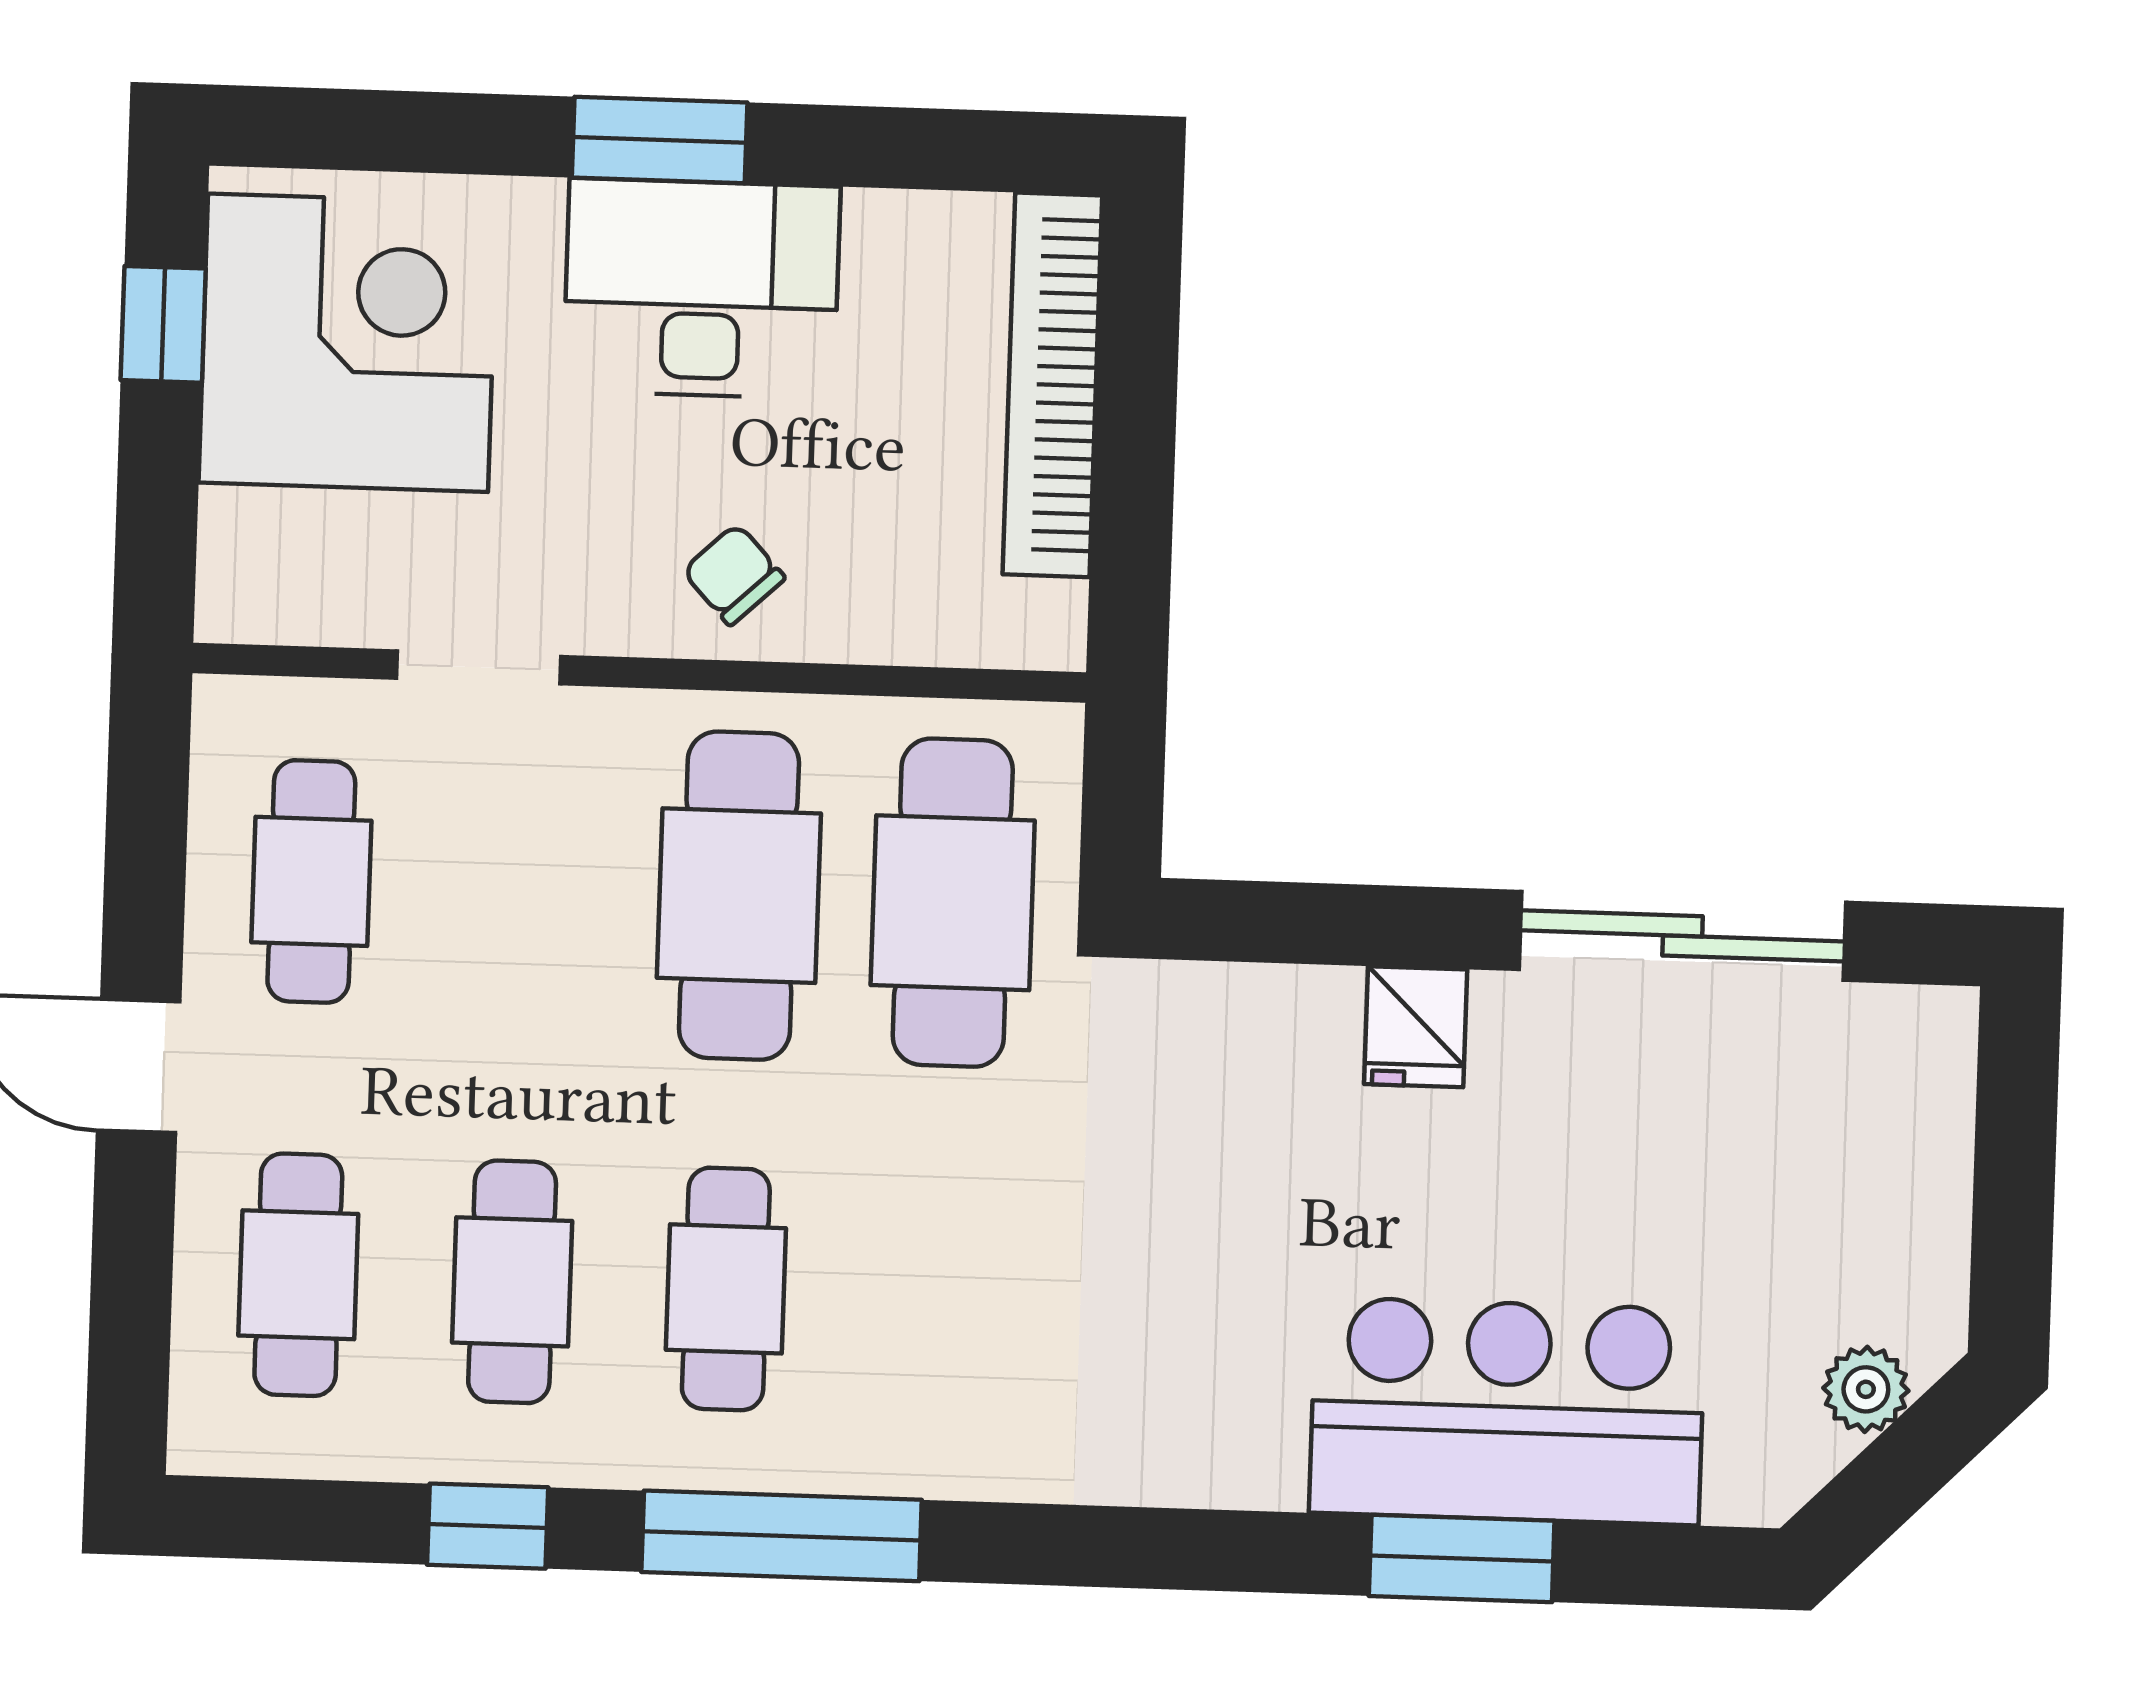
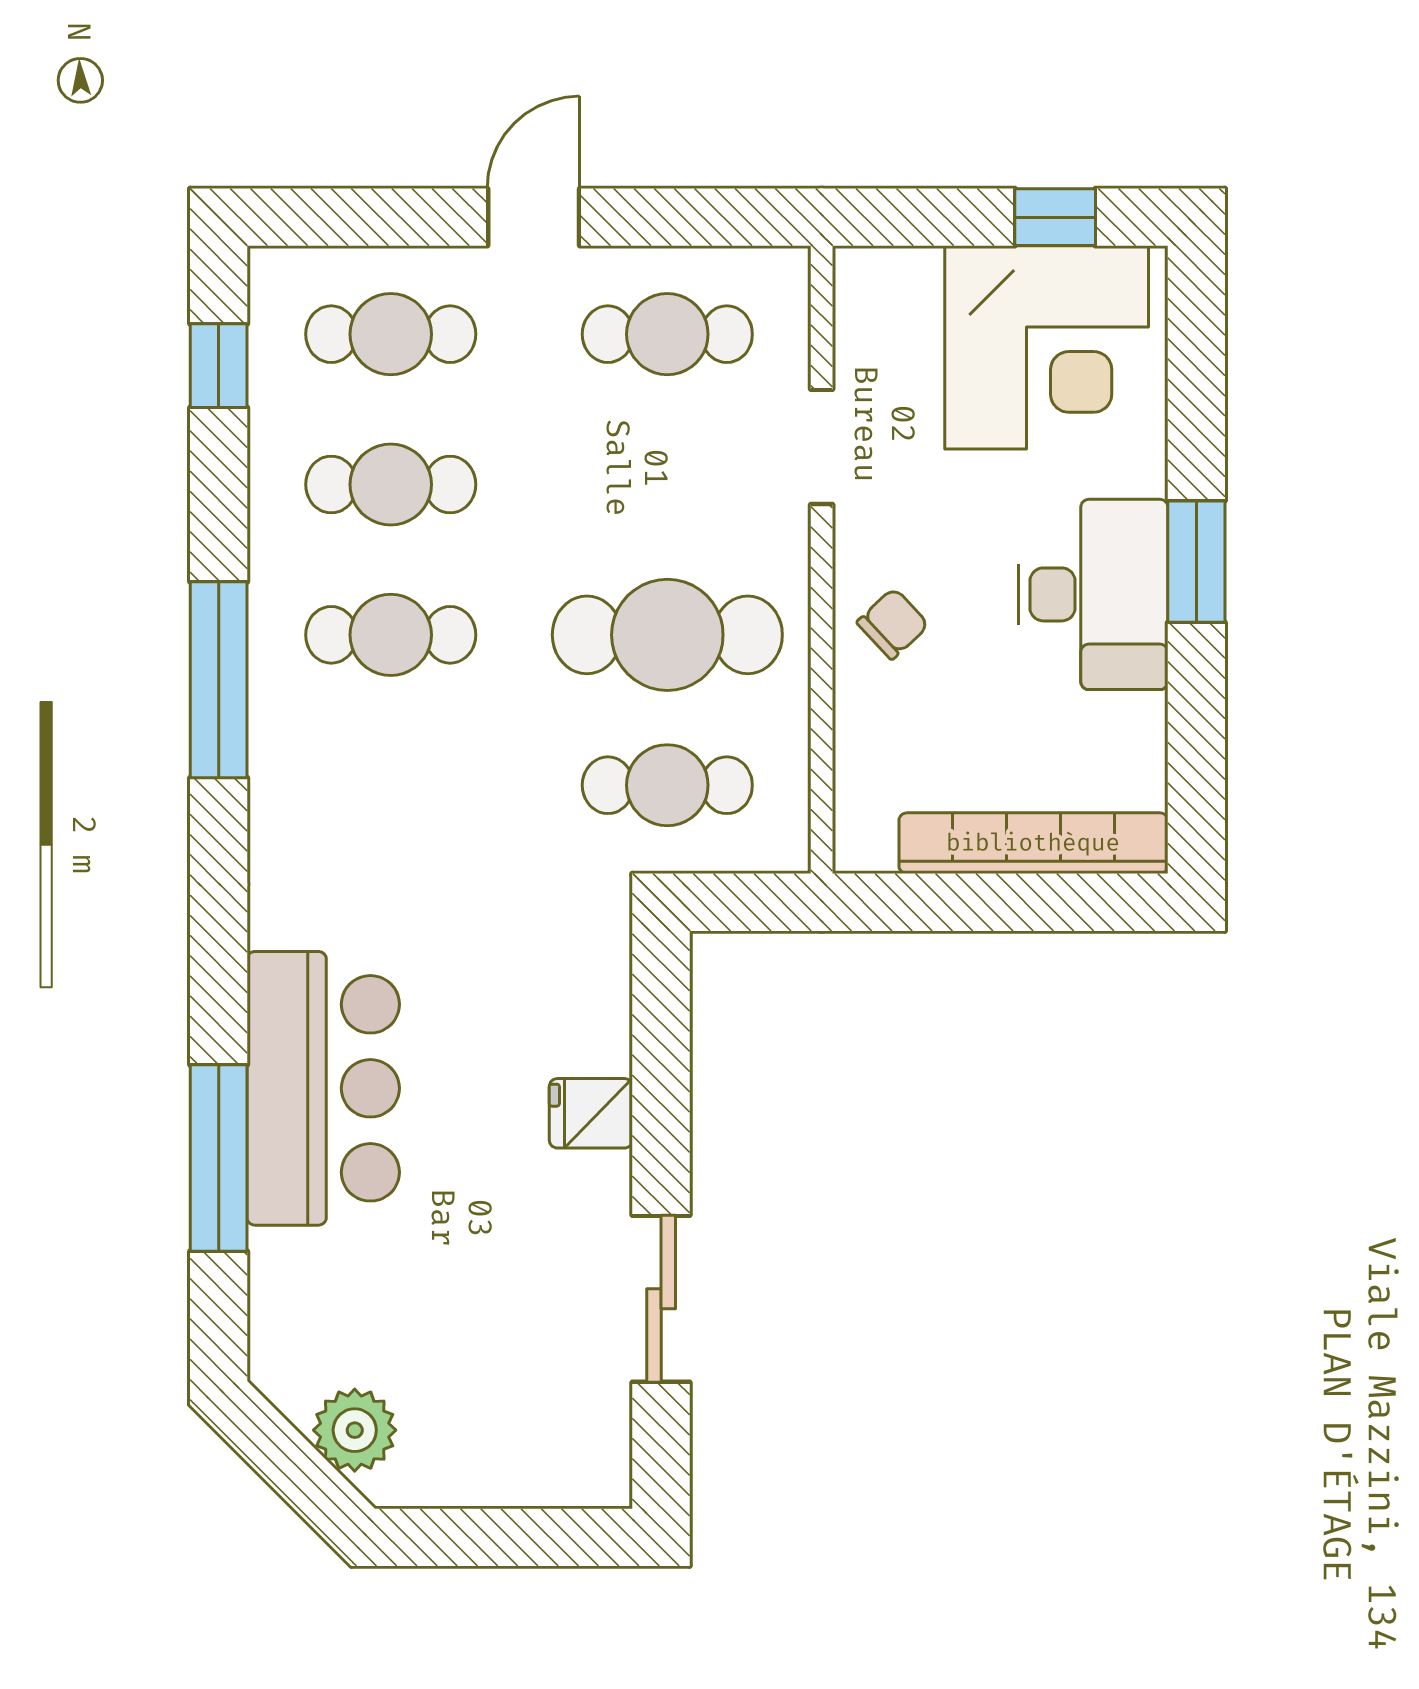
cafe table: (953, 903) -> (667, 785), width x0.73, depth x0.74
sliding door: (1683, 936) -> (661, 1299), width x0.73
plant: (1866, 1389) -> (355, 1430), width x1.38, depth x1.38
bar counter: (1507, 1411) -> (323, 1088), moved
window: (488, 1526) -> (219, 366), moved
window: (1462, 1558) -> (219, 1158), width x1.44

